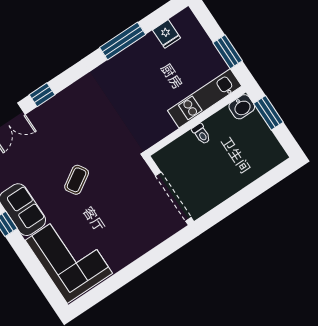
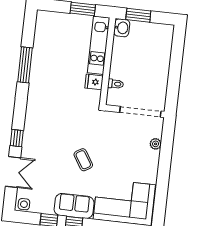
fridge: (167, 34) -> (94, 82), moved, turned 180
toilet: (201, 134) -> (116, 84), moved
plant: (154, 239) -> (156, 144), added

